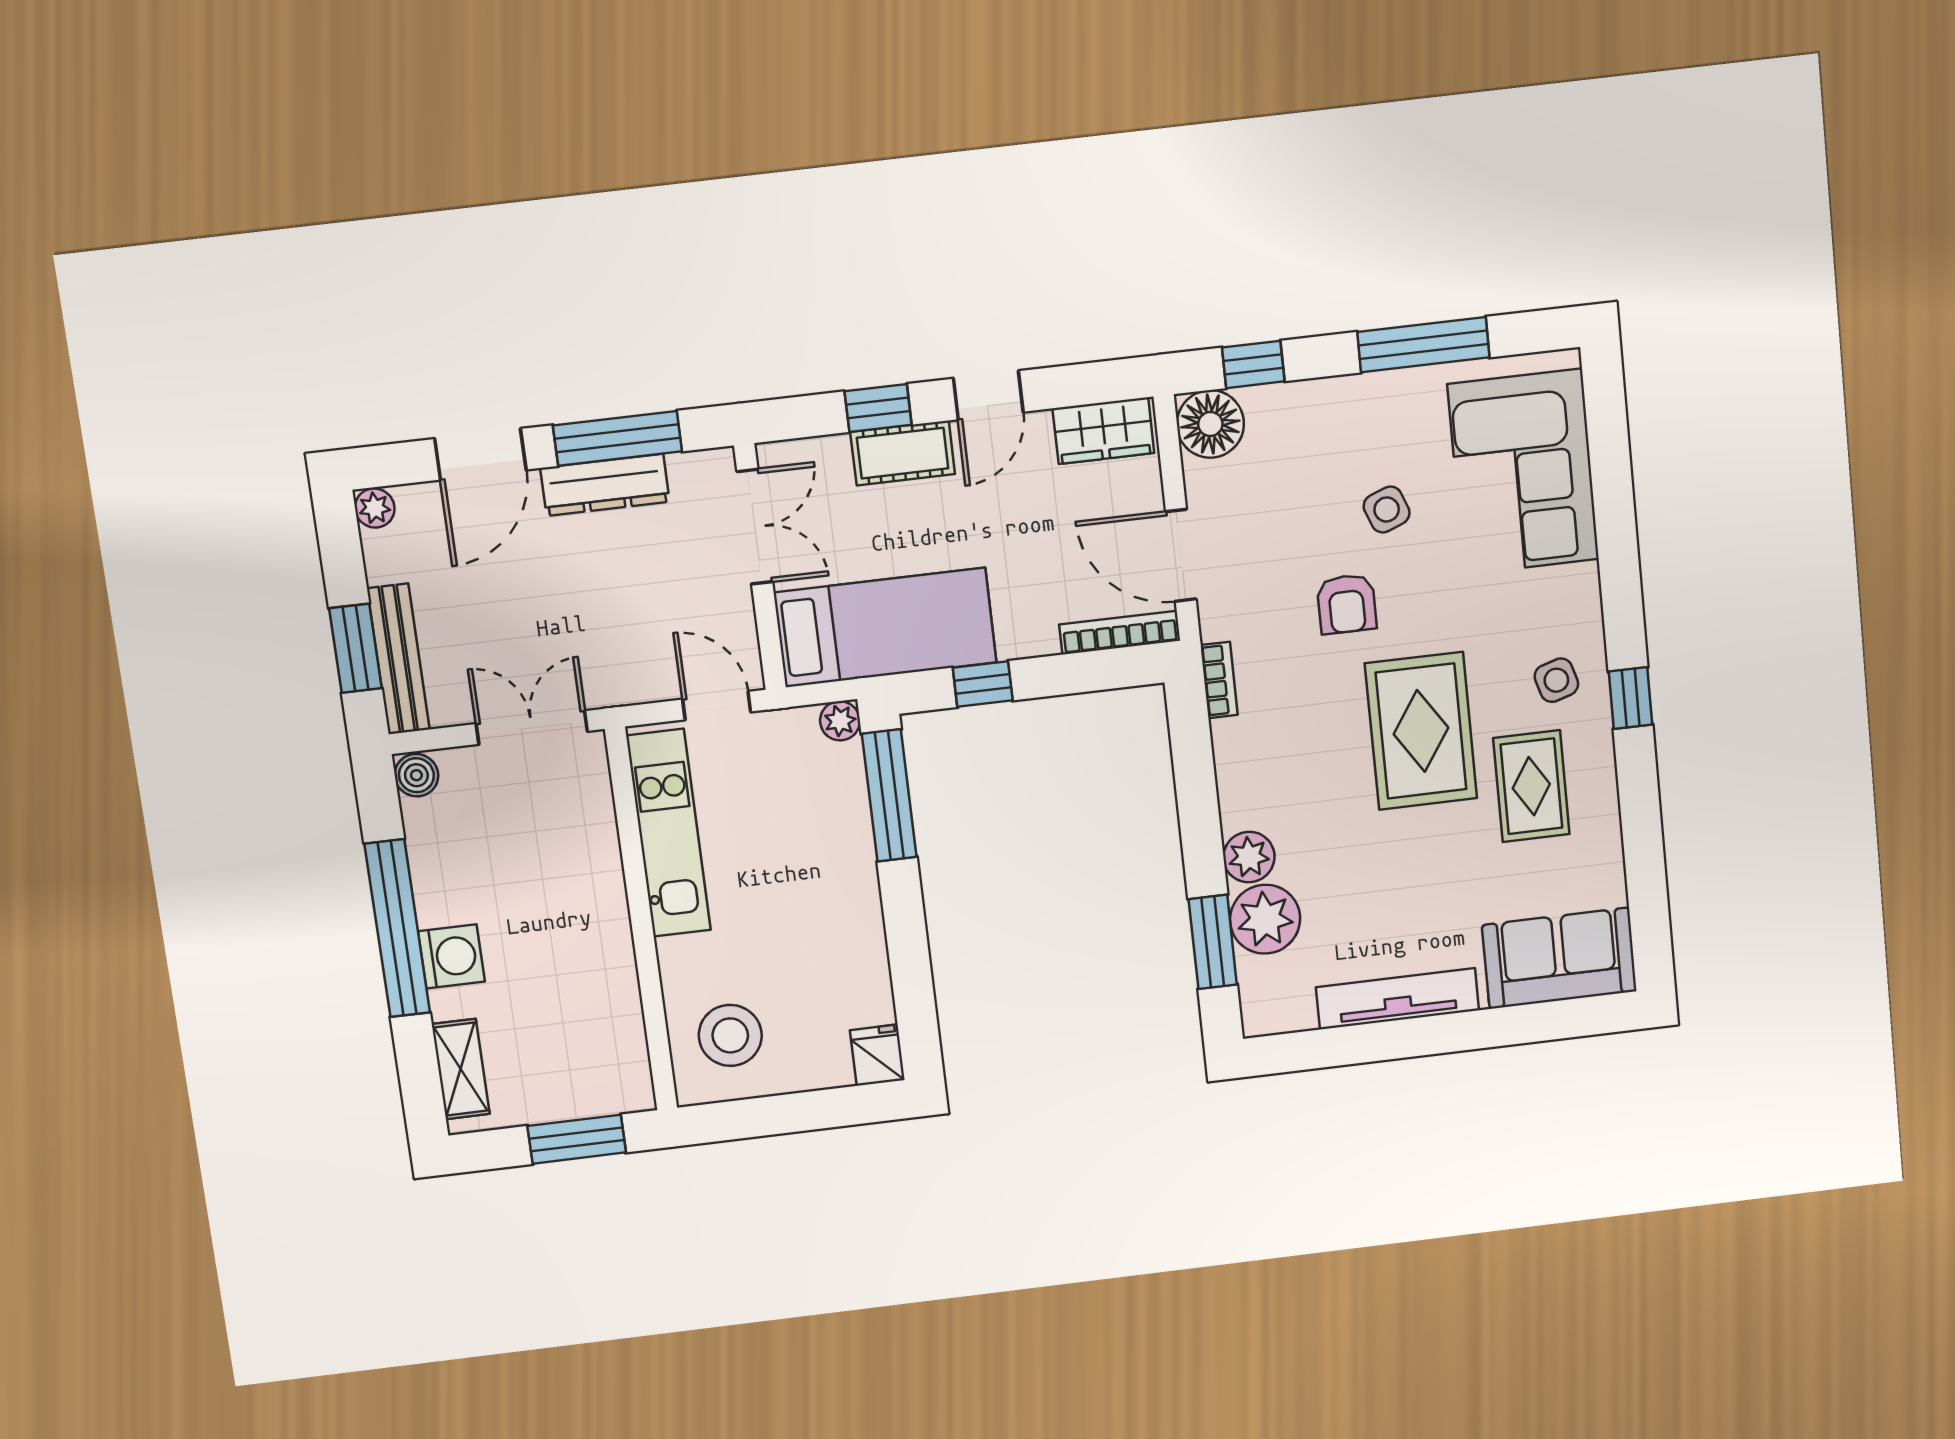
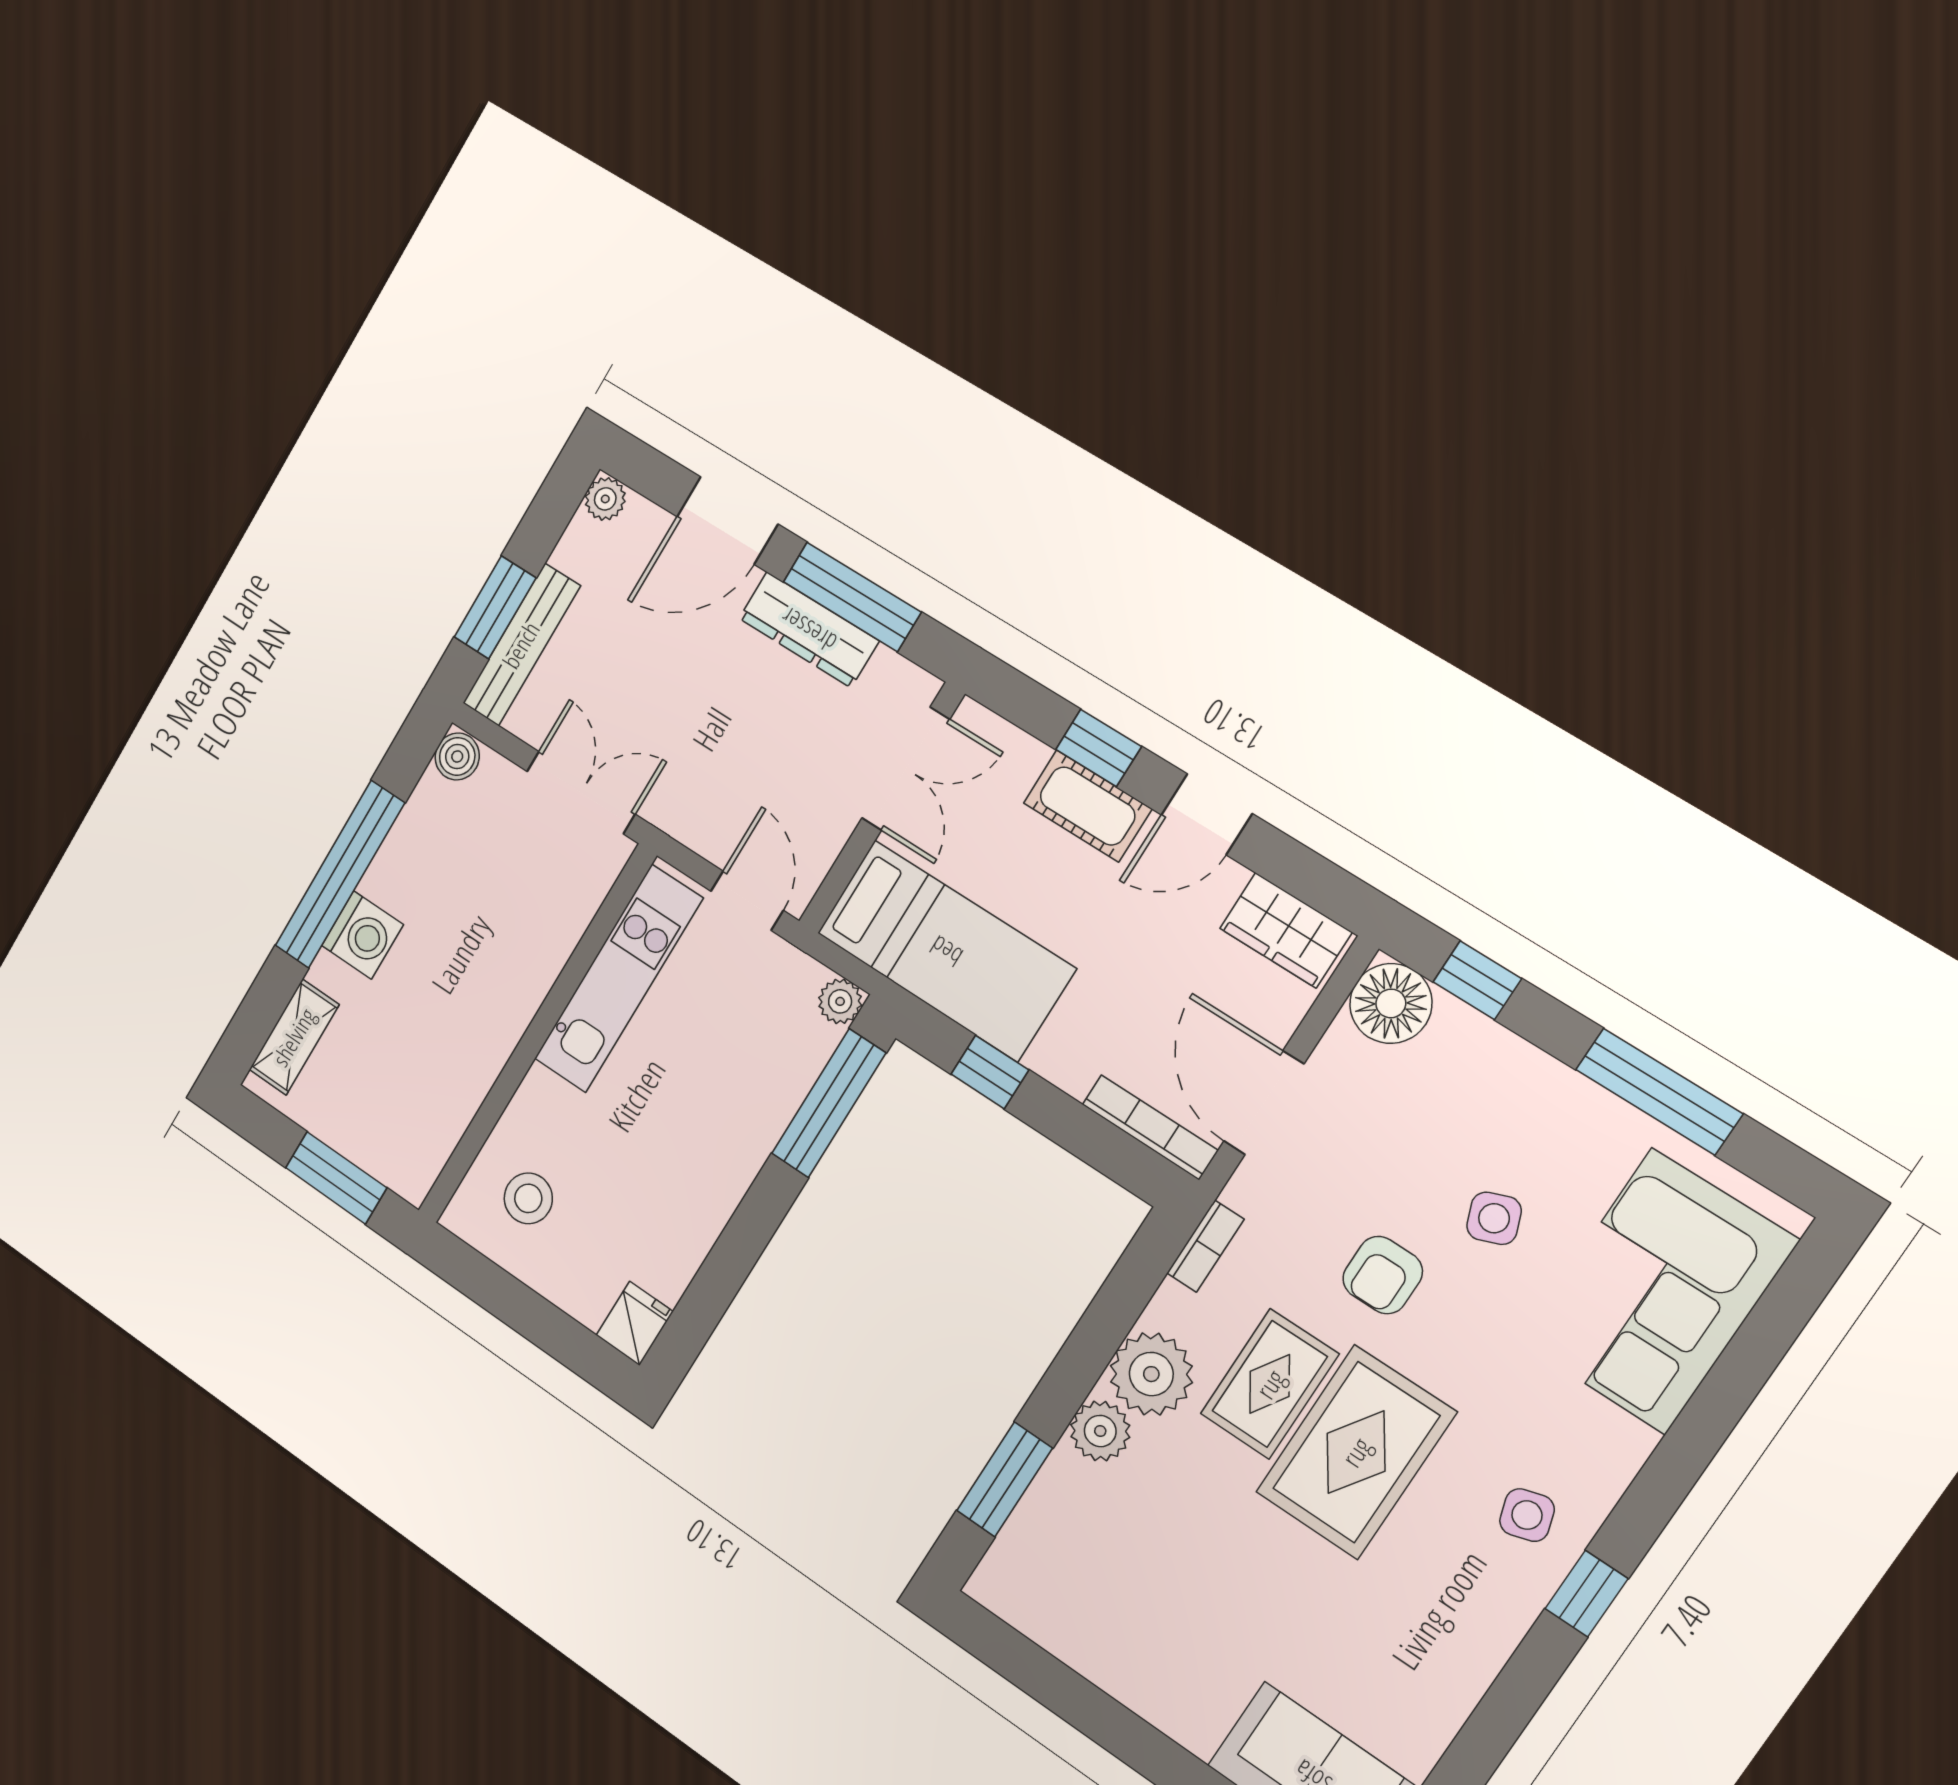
rug: (1531, 786) -> (1270, 1384), moved
plant: (1265, 919) -> (1151, 1374), moved
tv unit: (1397, 999) -> (1130, 1680), removed
stool: (730, 1035) -> (528, 1198), width x0.73, depth x0.73

